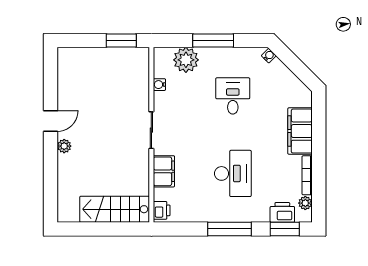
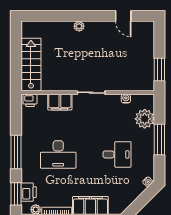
door: (51, 121) -> (123, 16), moved

